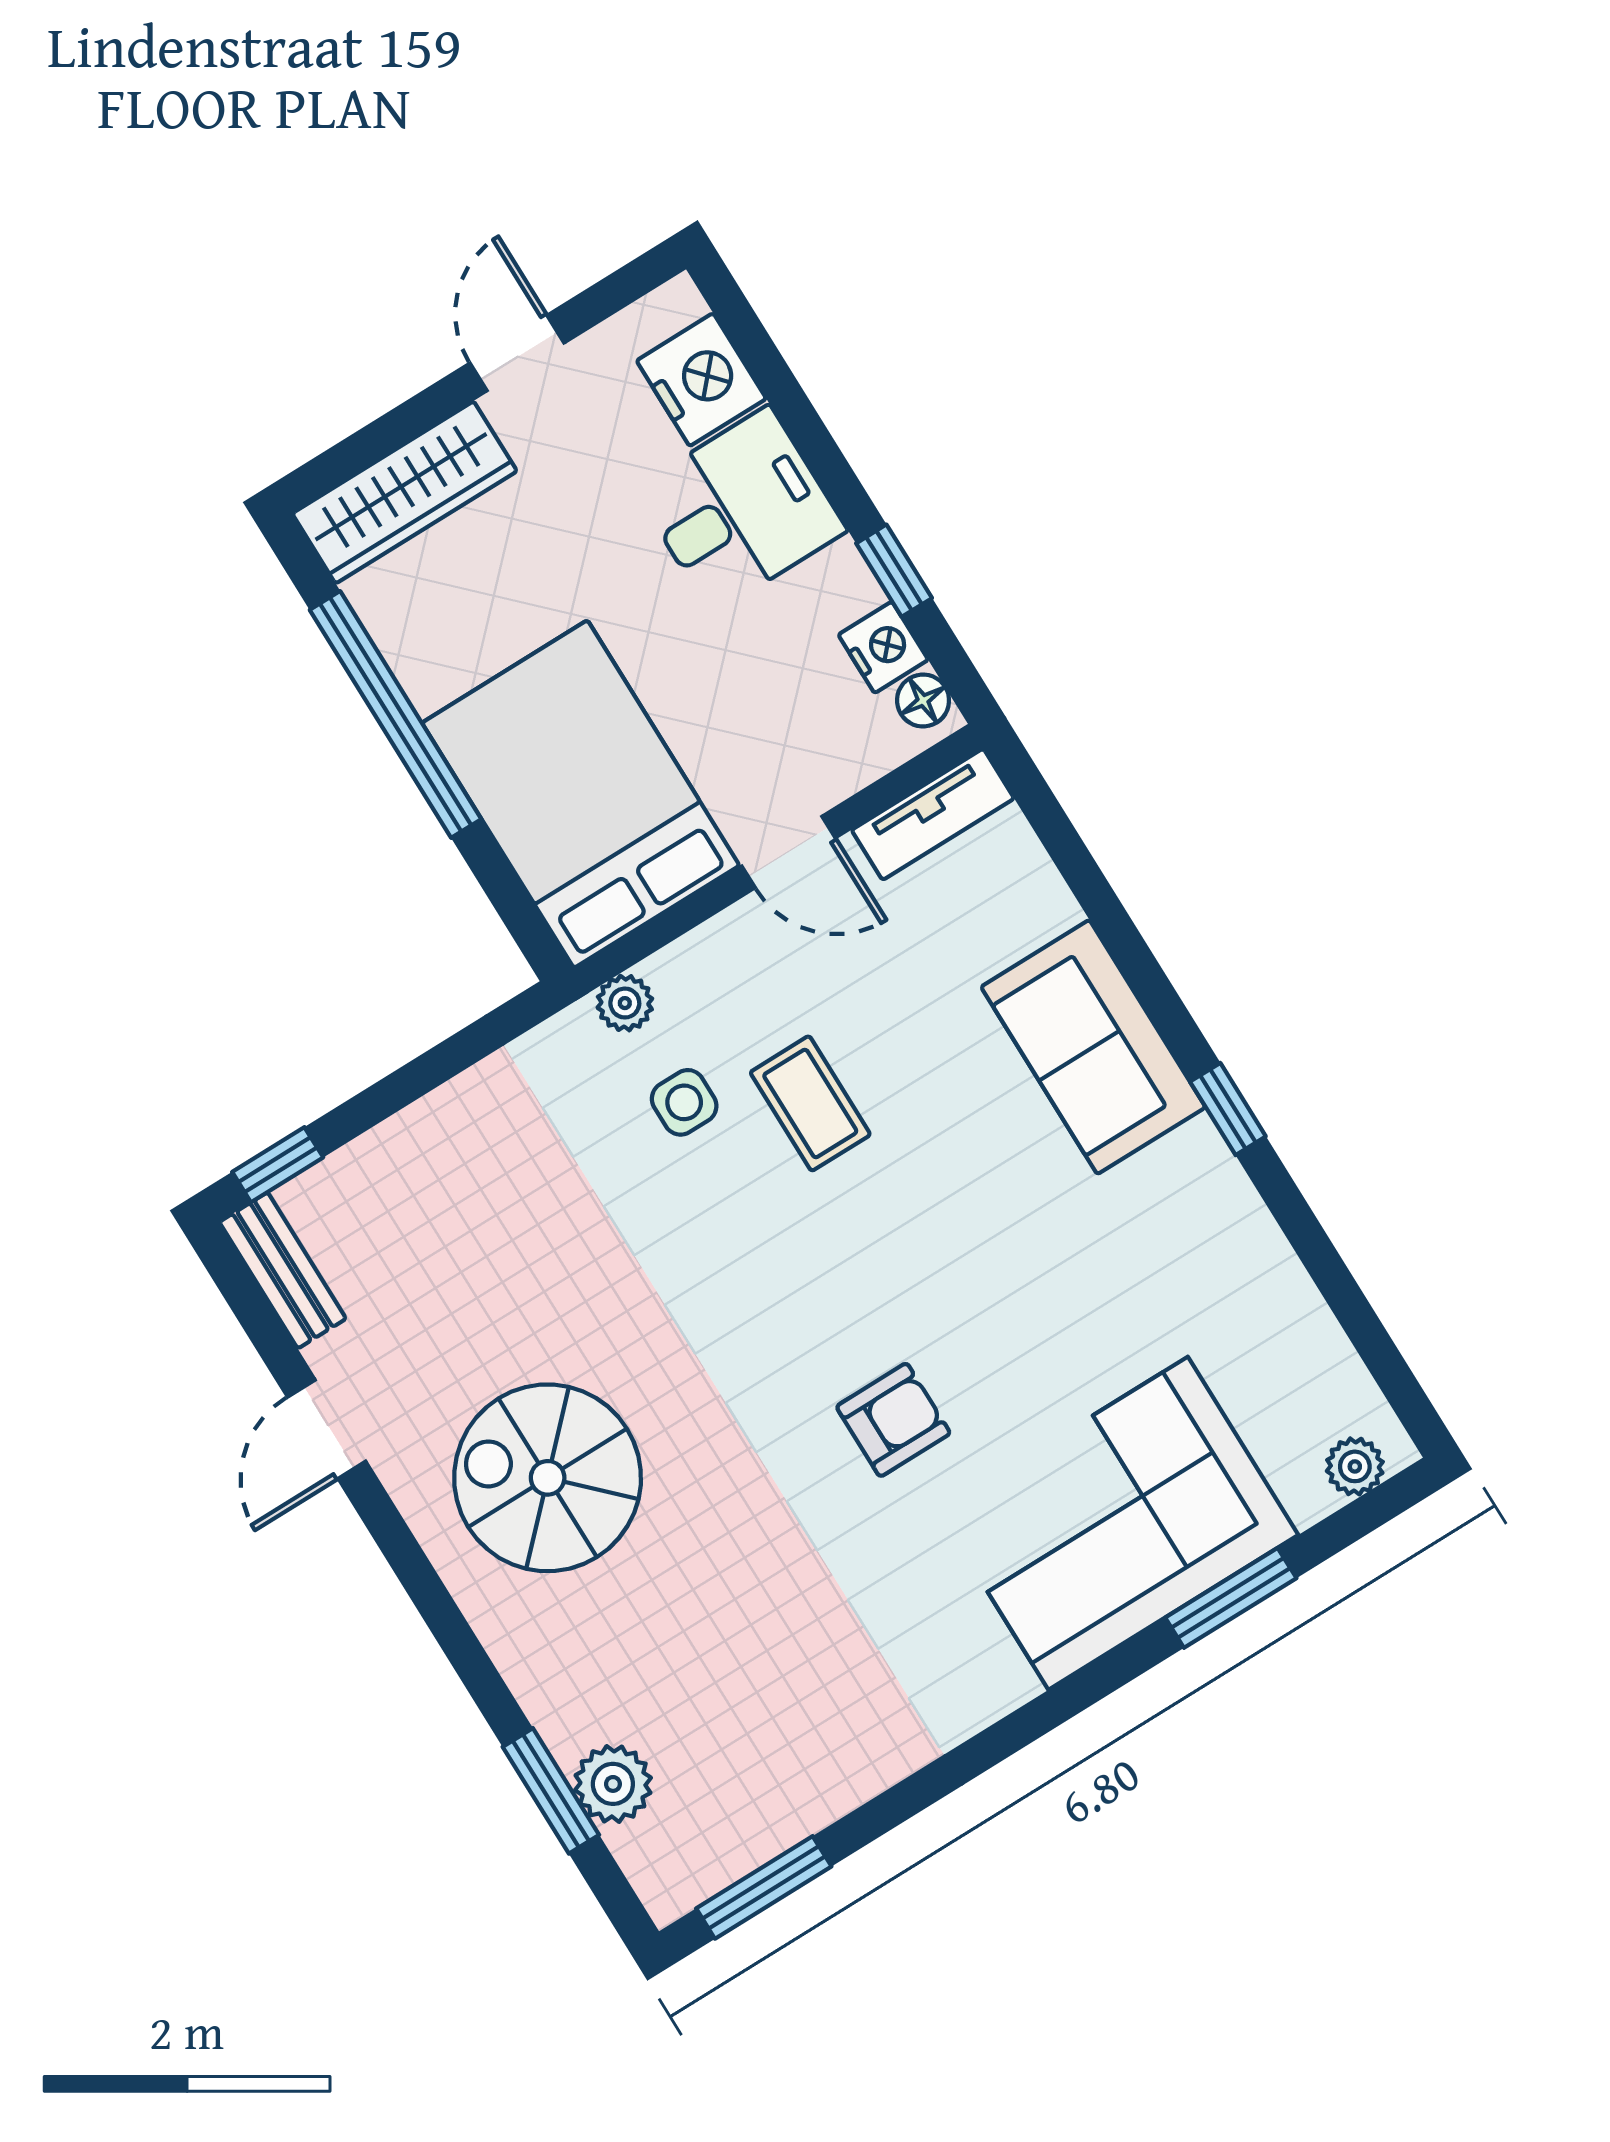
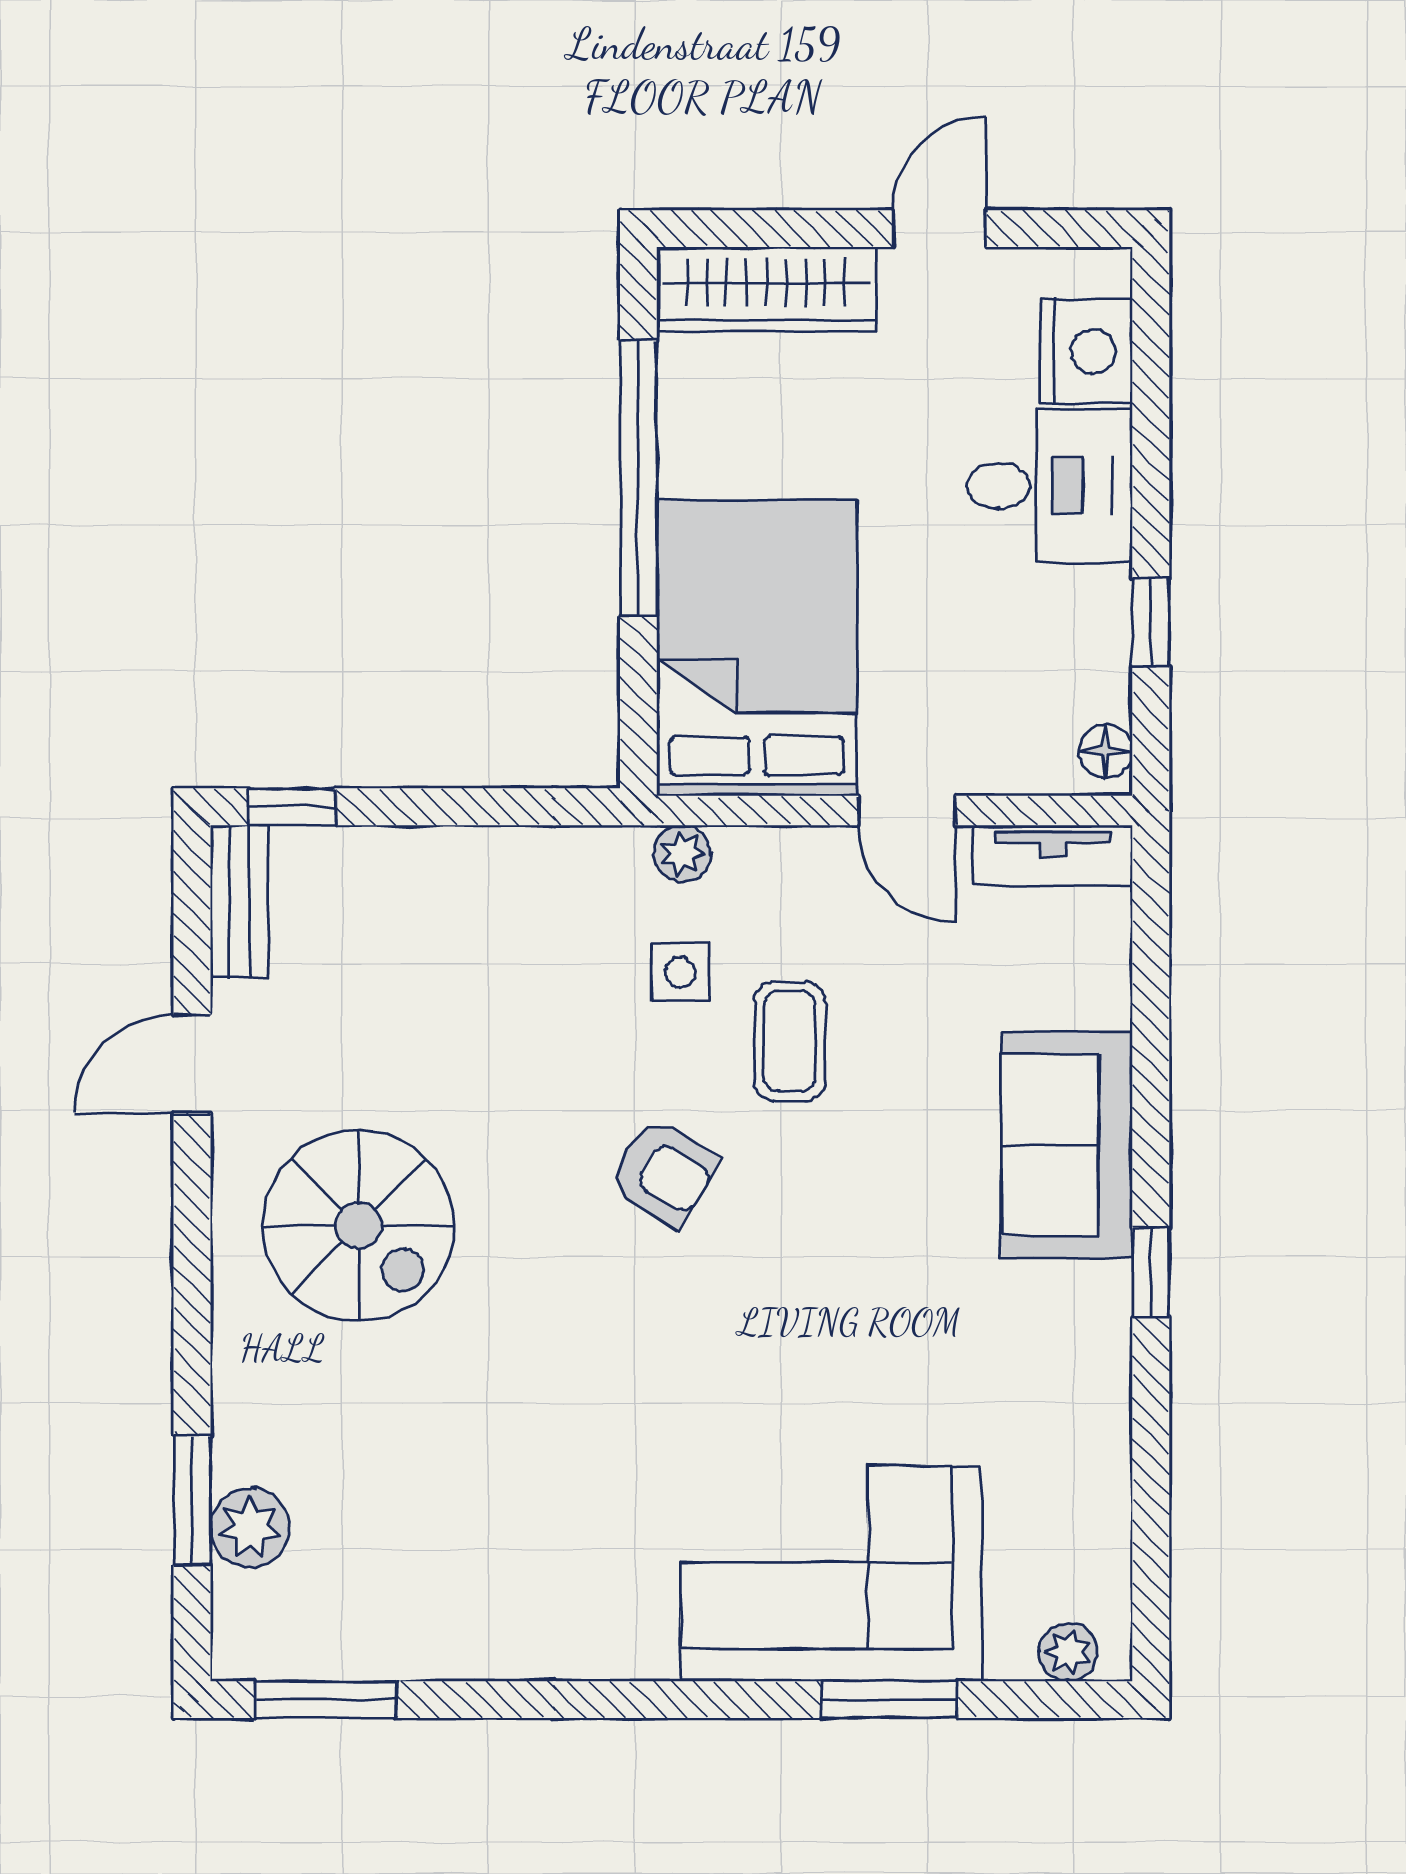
nightstand: (883, 647) -> (1100, 683), removed
armchair: (893, 1420) -> (664, 1172), moved, turned 32
spiral stairs: (548, 1478) -> (358, 1226), turned 180

